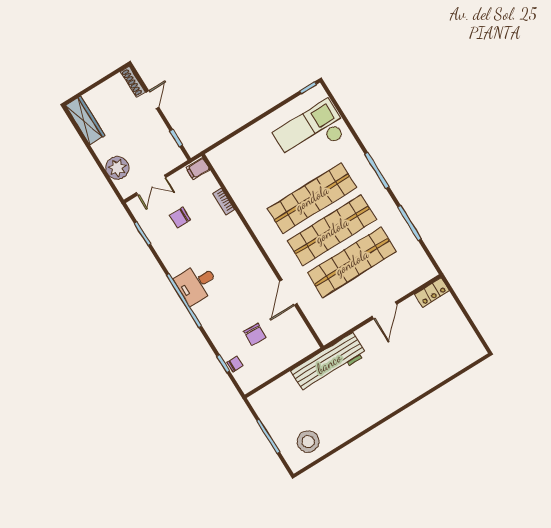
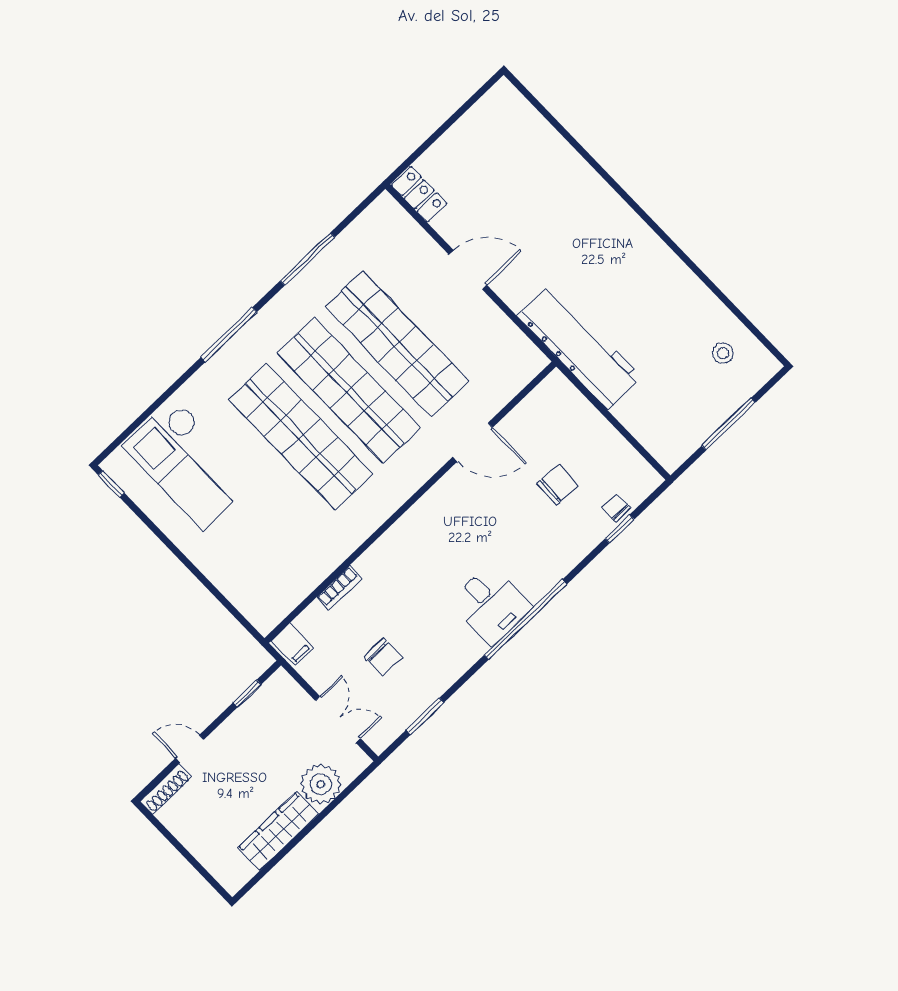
wardrobe: (85, 120) -> (278, 831), moved
stool: (308, 442) -> (723, 353), width x0.53, depth x0.53

